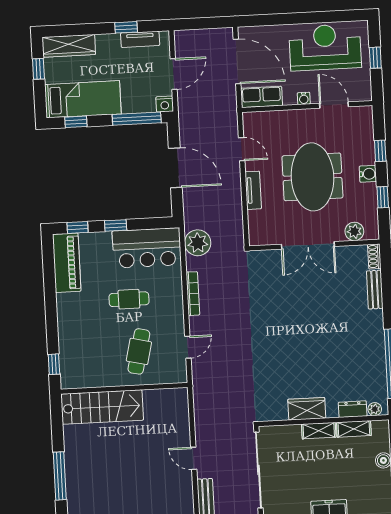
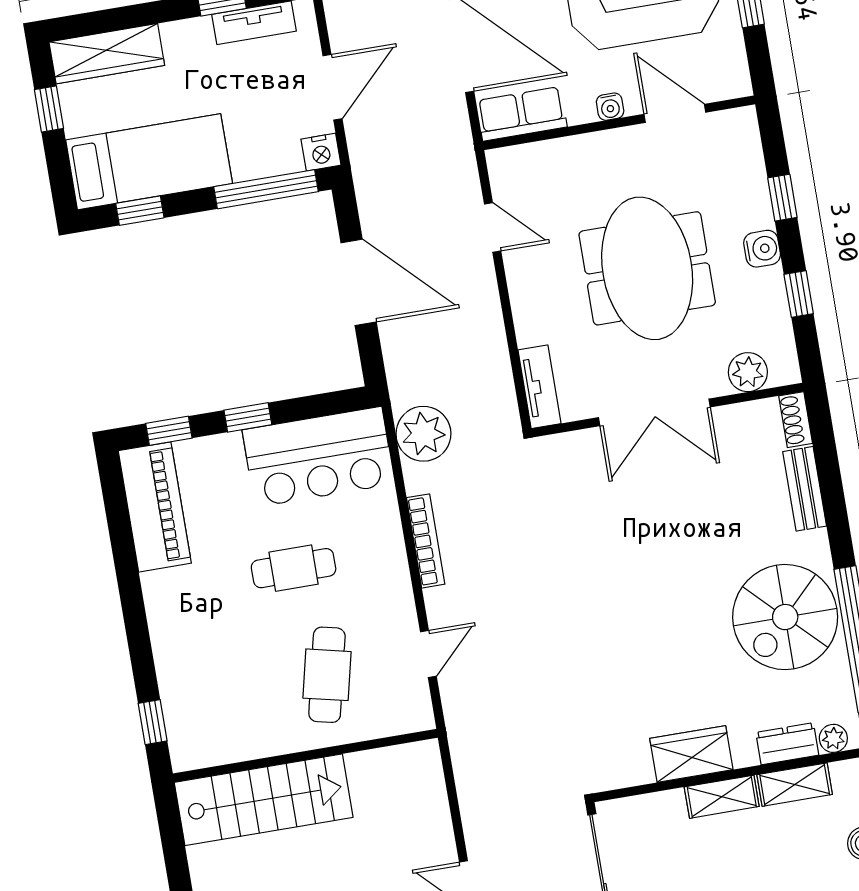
tv unit: (253, 190) -> (540, 387), moved
spiral stairs: (359, 349) -> (785, 617), added

